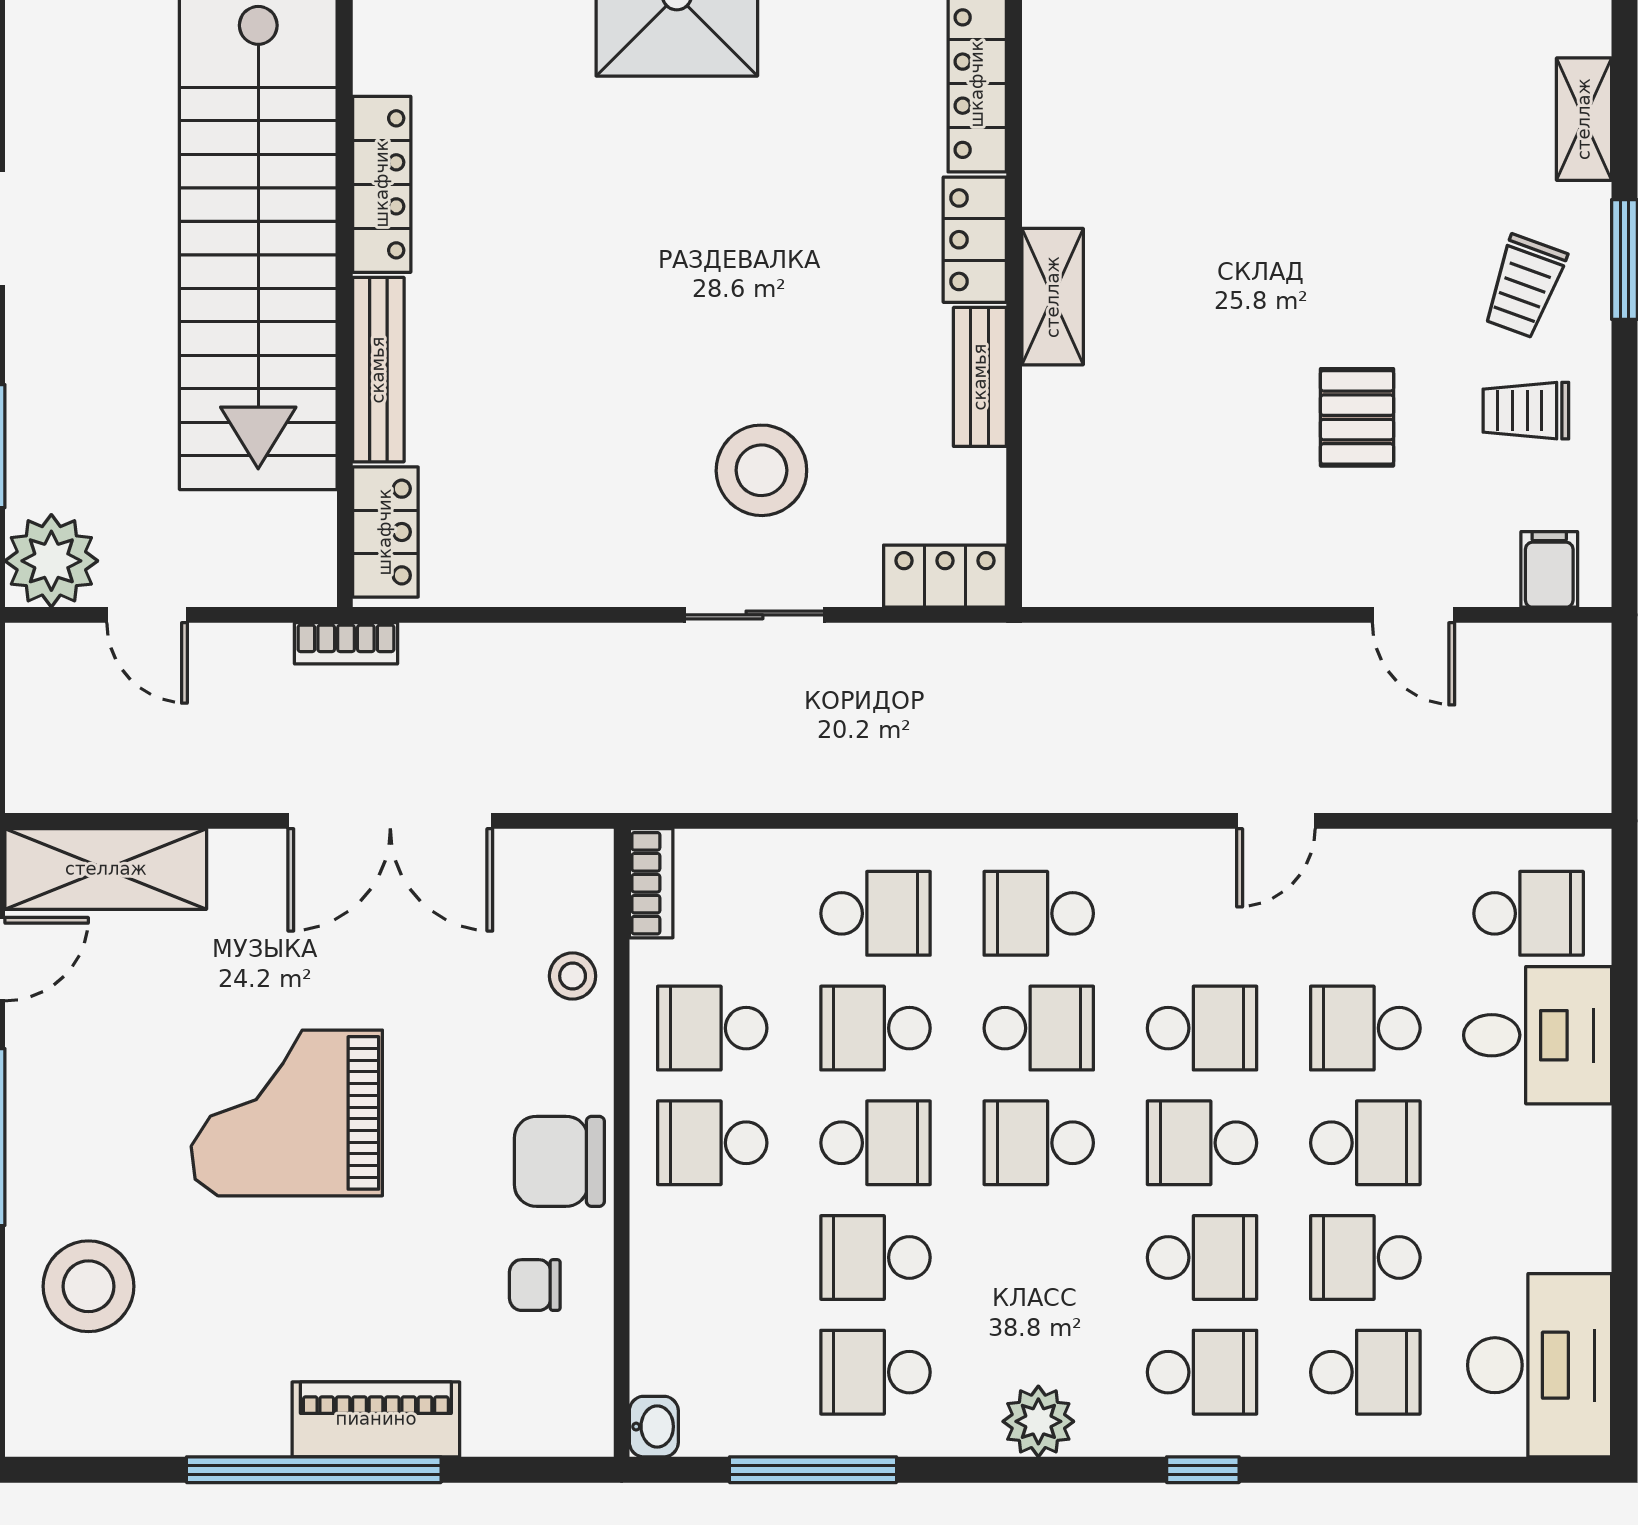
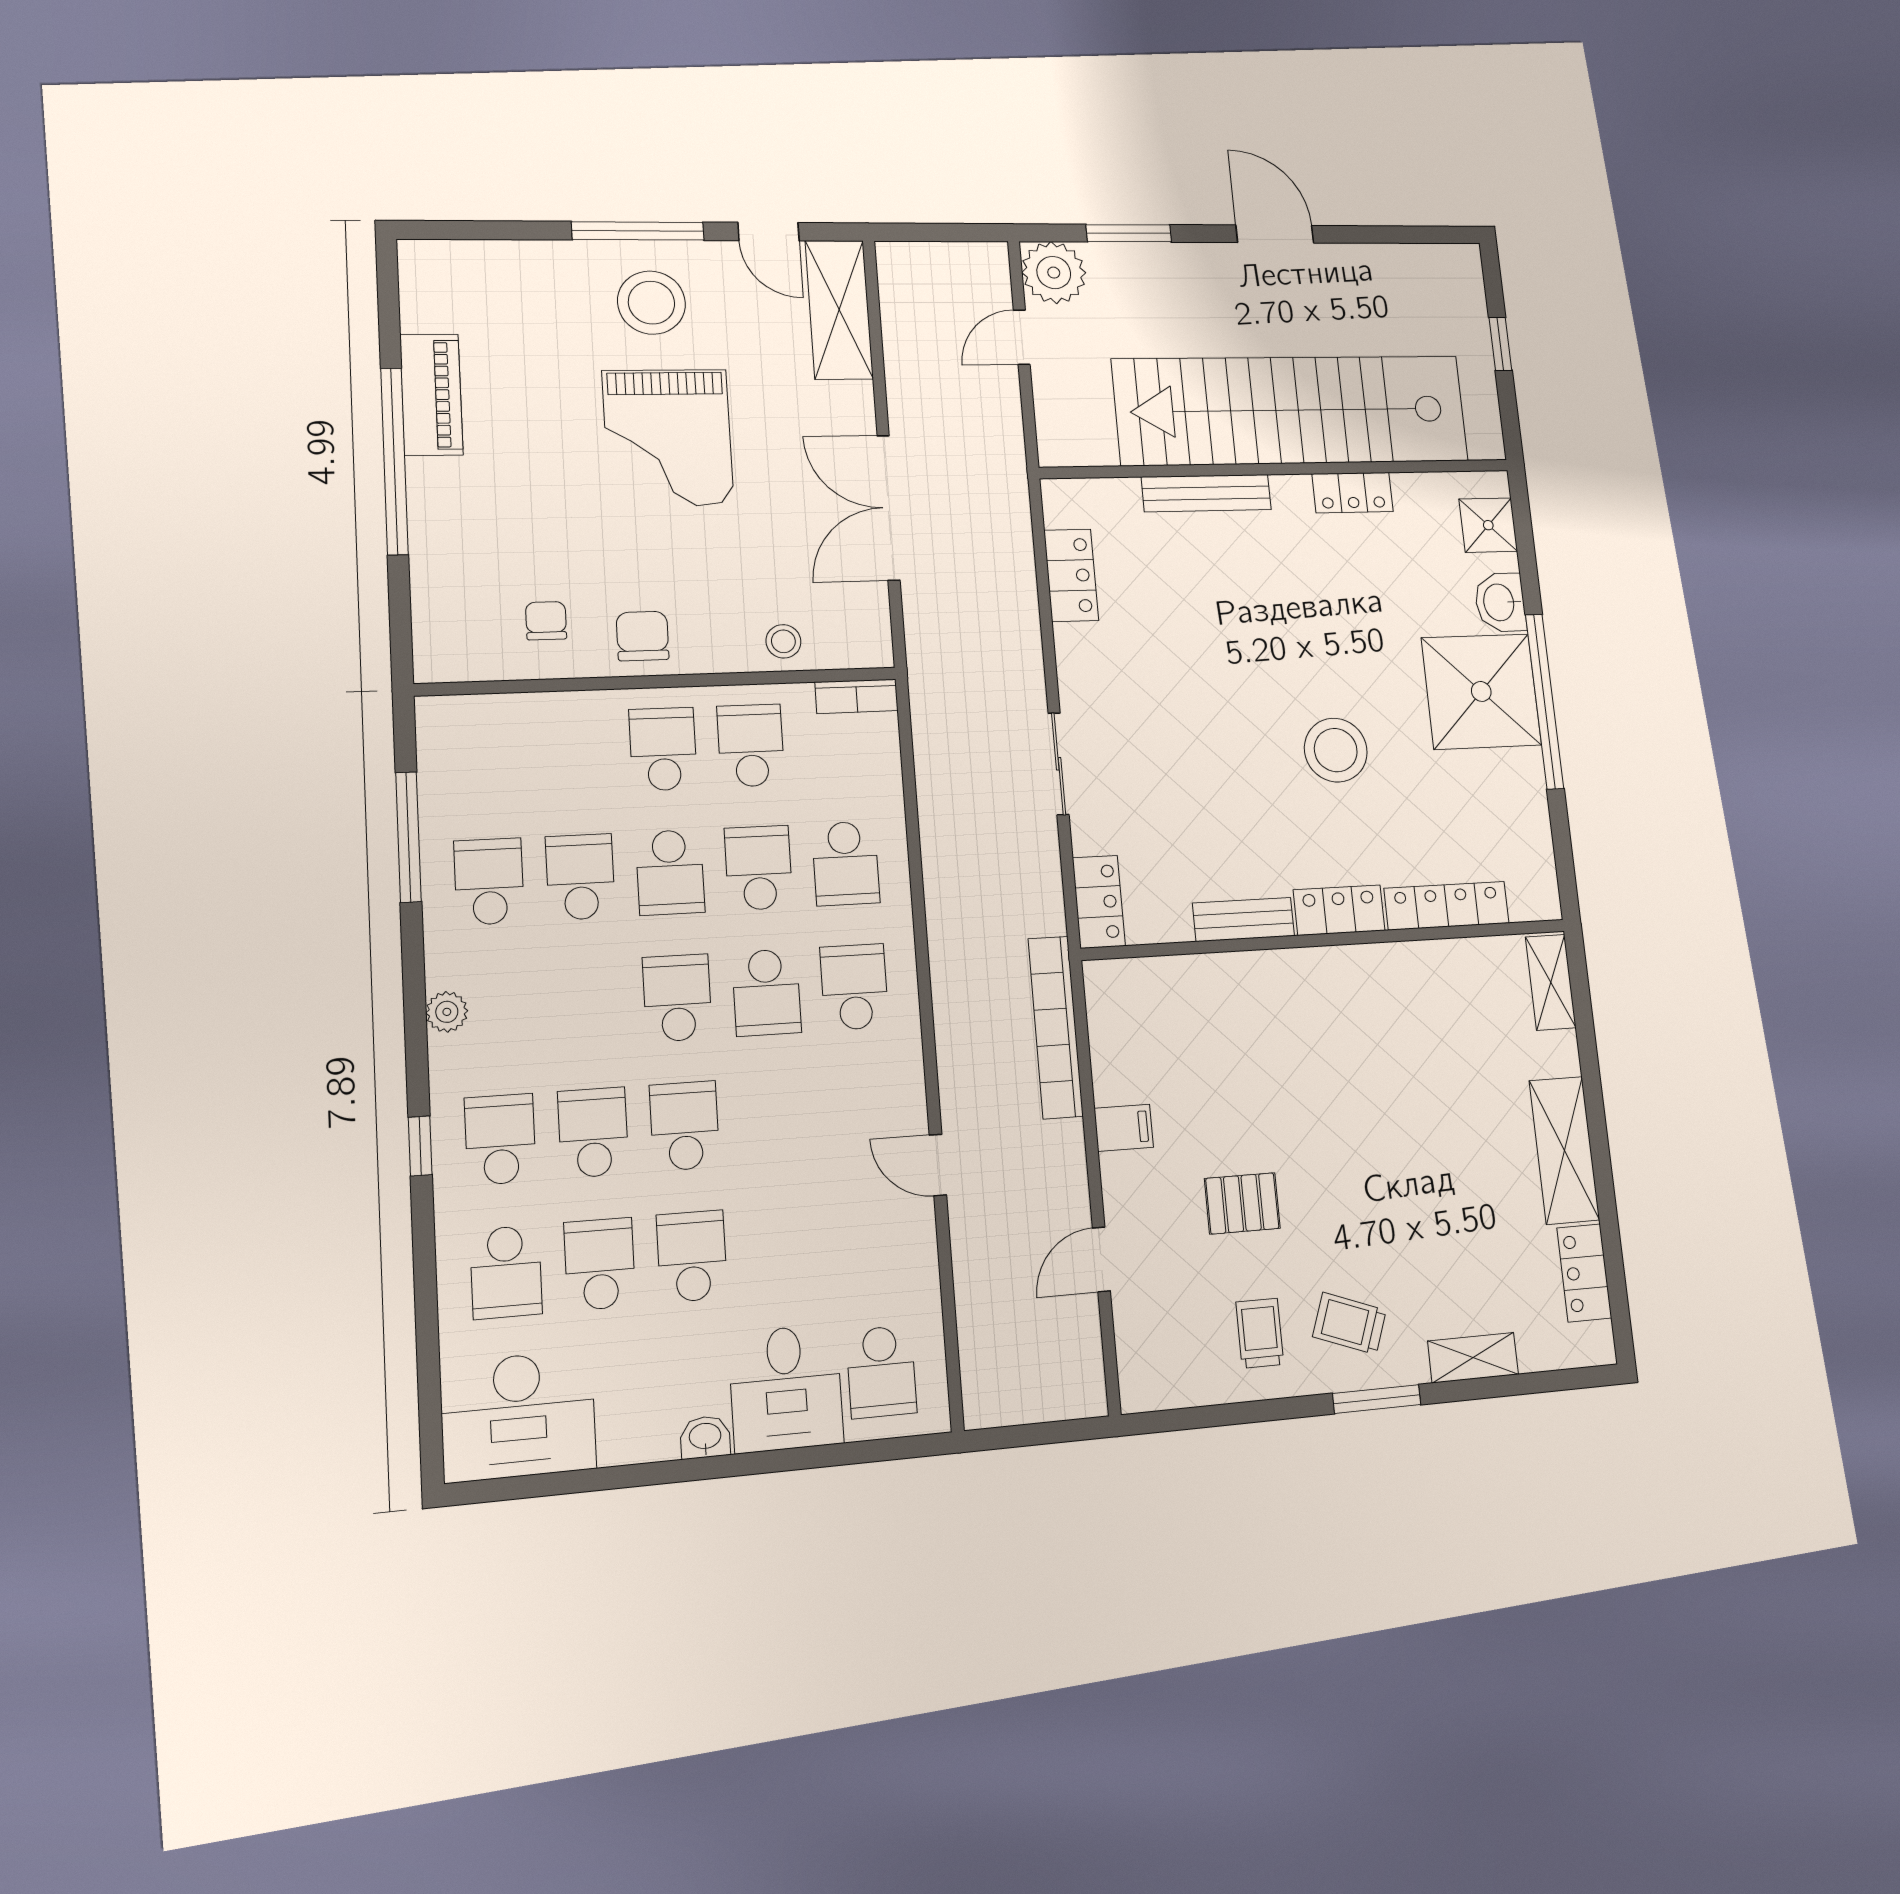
locker: (382, 184) -> (1353, 493), width x0.66
shelving: (1053, 297) -> (1305, 969), removed
stool: (761, 470) -> (1336, 750), moved
locker: (385, 532) -> (1071, 575), moved, turned -90
filing cabinet: (1549, 569) -> (1124, 1128), moved
bookcase: (346, 643) -> (1056, 1027), moved, width x2.31, depth x1.31
school desk: (1202, 1028) -> (775, 1119), removed
school desk: (1365, 1028) -> (783, 1249), removed
grand piano: (287, 1113) -> (668, 438), turned 180
school desk: (1365, 1143) -> (692, 1256), turned 180
chair: (559, 1161) -> (643, 636), width x0.73, depth x0.73
school desk: (1202, 1257) -> (593, 1133), turned 180
stool: (88, 1286) -> (651, 303), moved
school desk: (1202, 1372) -> (500, 1139), turned 180
piano: (376, 1419) -> (431, 395), moved
plant: (1038, 1421) -> (447, 1012), width x0.73, depth x0.73
washbasin: (654, 1427) -> (705, 1437), moved, turned 180

